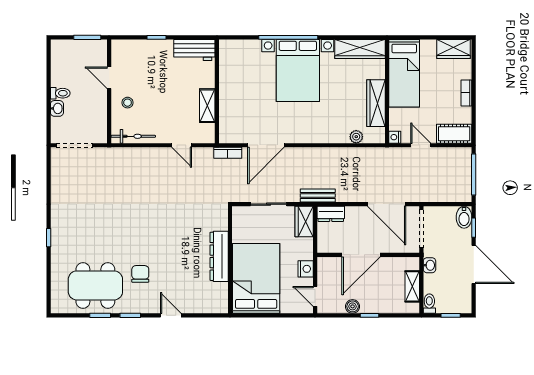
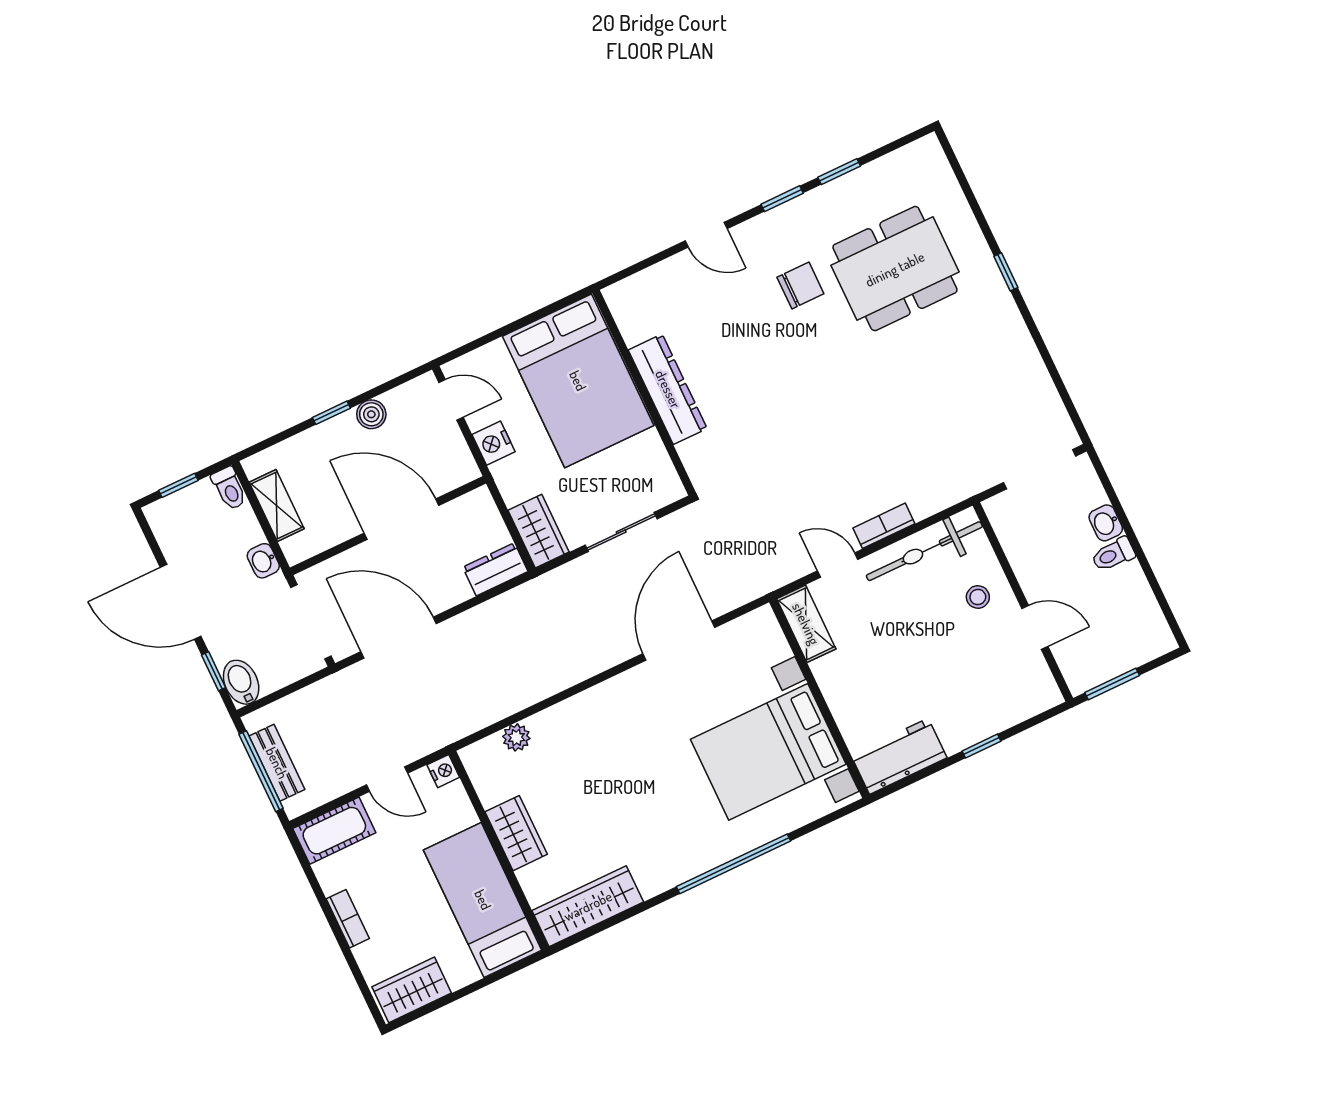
bed with nightstands: (298, 70) -> (768, 752), moved, turned -90
wardrobe: (376, 103) -> (516, 833), width x0.67
shelving: (207, 106) -> (806, 624), moved
bicycle: (133, 136) -> (924, 551), width x1.37, depth x1.40
bookcase: (228, 153) -> (884, 526), moved
bench: (318, 196) -> (277, 763), moved, turned 90
door: (361, 255) -> (402, 519), hinge flipped
chair: (140, 274) -> (800, 285), turned -90
dining table: (95, 285) -> (895, 269), moved

